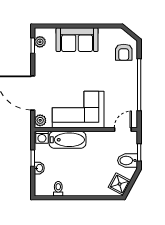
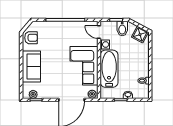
armchair: (124, 52) -> (31, 38), moved
washing machine: (42, 137) -> (105, 44), moved
bathtub: (67, 140) -> (109, 69), width x1.36, depth x1.36

